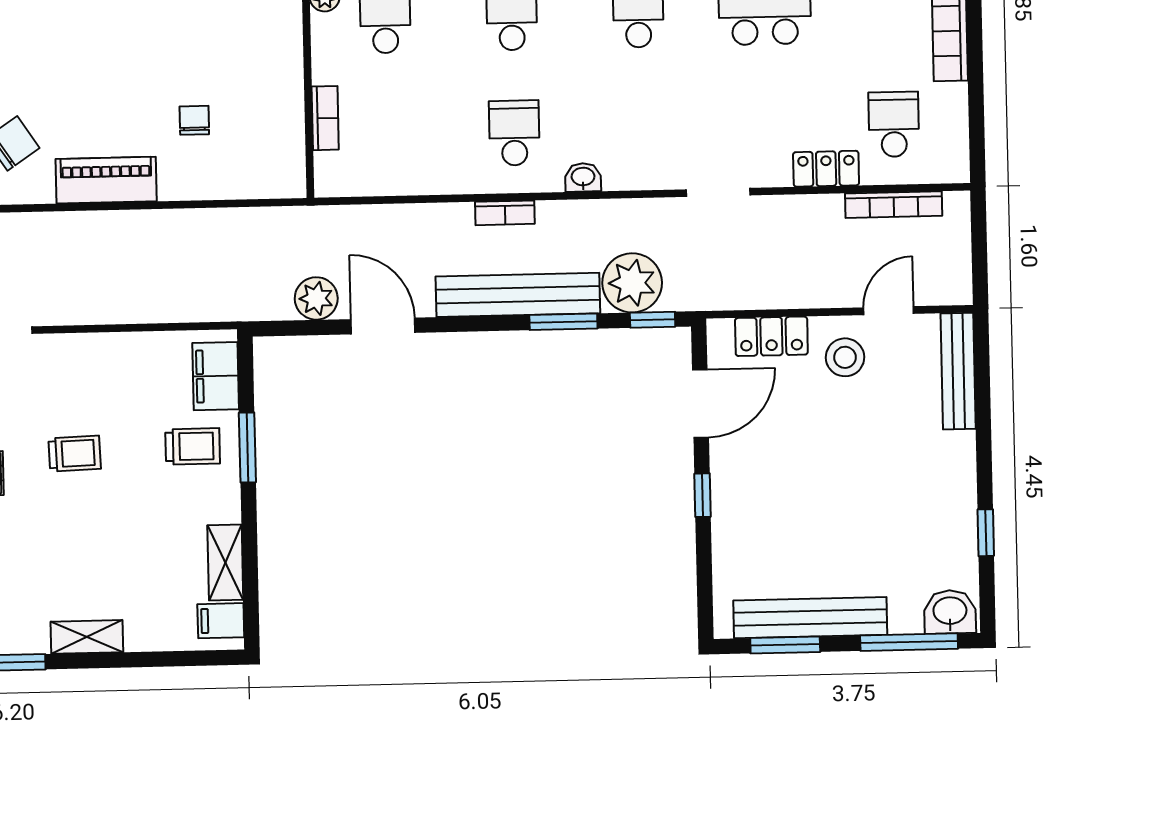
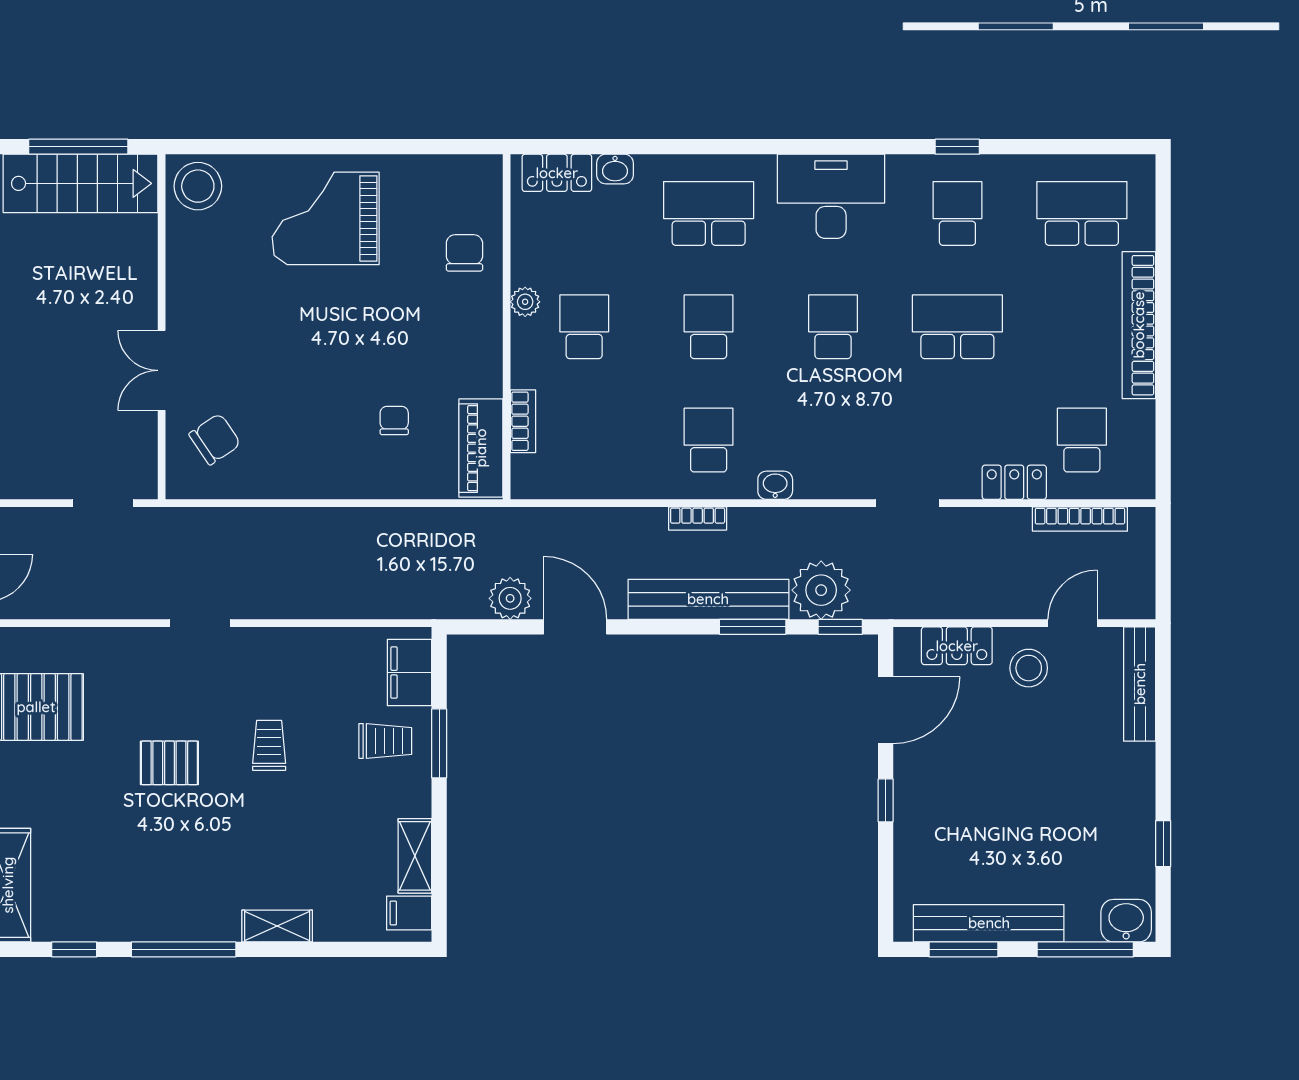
piano: (106, 180) -> (481, 448), moved, turned -90
trolley: (75, 453) -> (269, 745), turned -88

